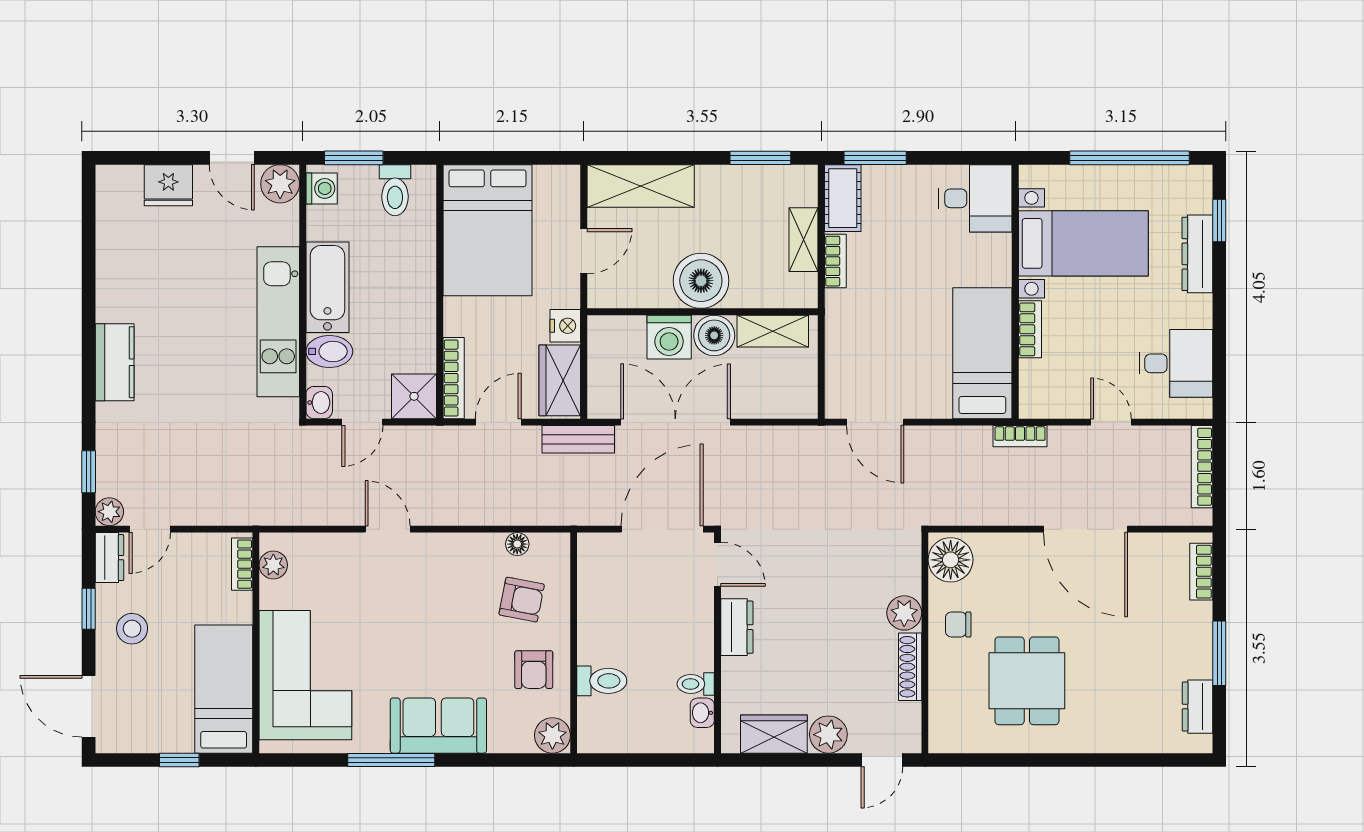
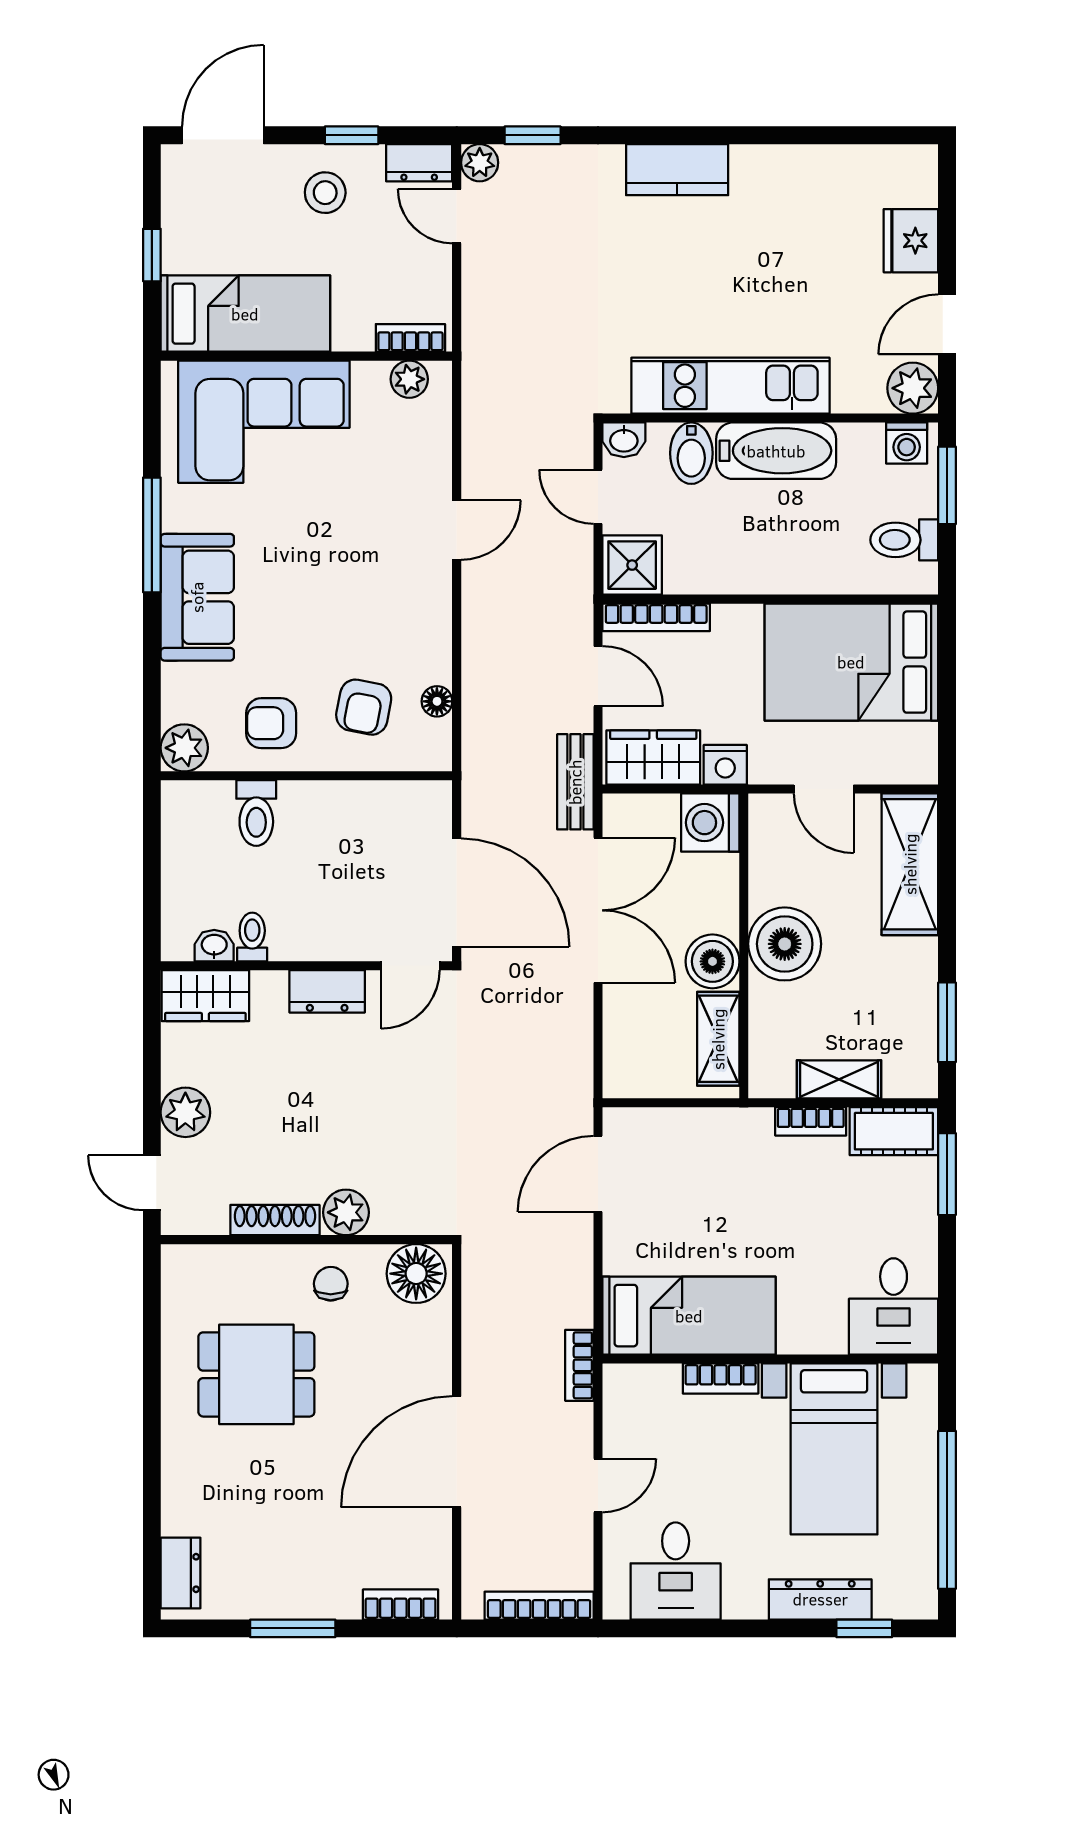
washing machine: (669, 337) -> (710, 823), moved
dresser: (1198, 707) -> (181, 1573), moved, turned 90
wardrobe: (774, 734) -> (205, 996), moved, turned 90

